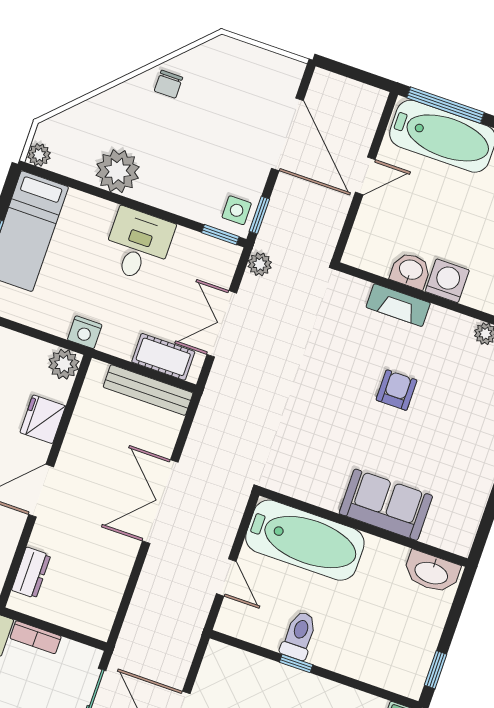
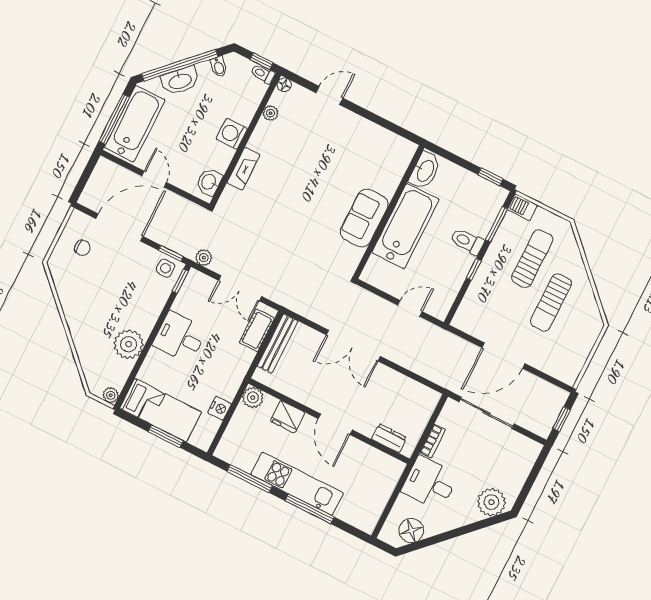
chair: (168, 84) -> (82, 248), moved
washbasin: (411, 271) -> (209, 182), moved
nightstand: (85, 332) -> (219, 408), moved
armchair: (397, 390) -> (300, 178), removed
sofa: (386, 505) -> (364, 218), moved
bathtub: (305, 540) -> (405, 226), moved
toilet: (299, 635) -> (467, 241), moved
window: (367, 688) -> (497, 224), added

